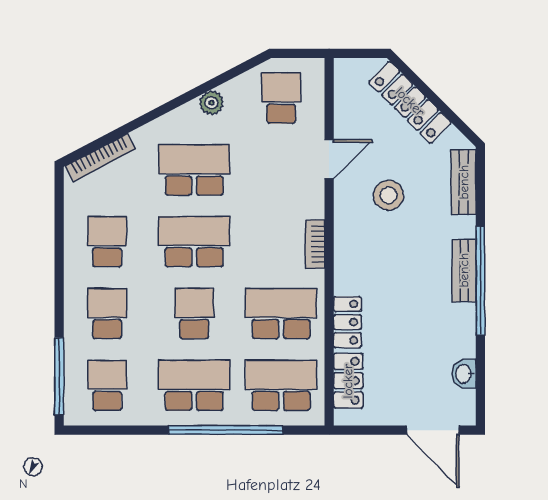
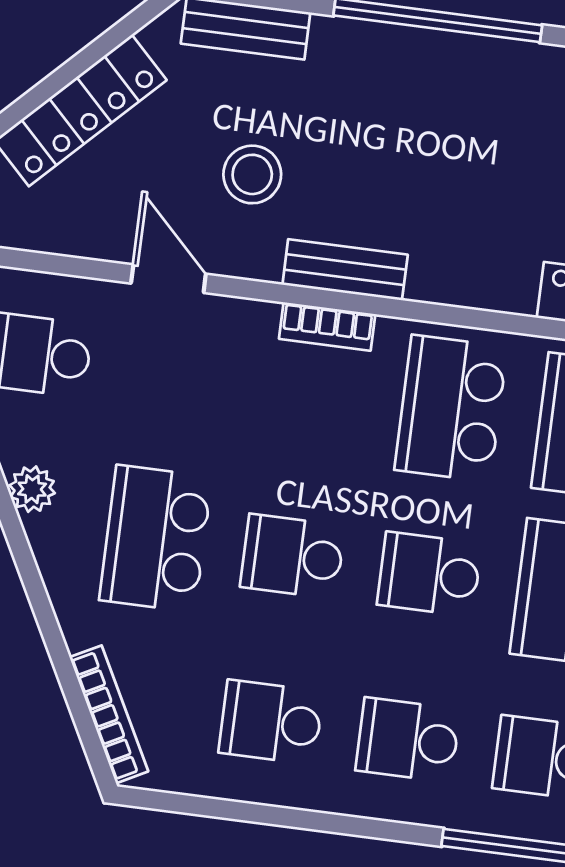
school desk: (194, 242) -> (293, 556), width x0.54
bench: (464, 270) -> (345, 270), moved
locker: (347, 322) -> (484, 284), removed

